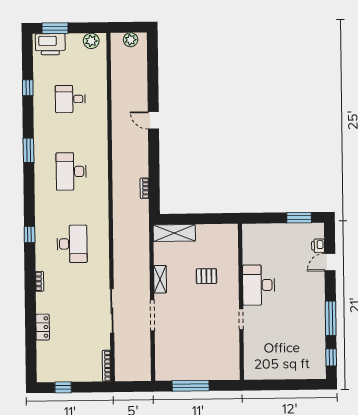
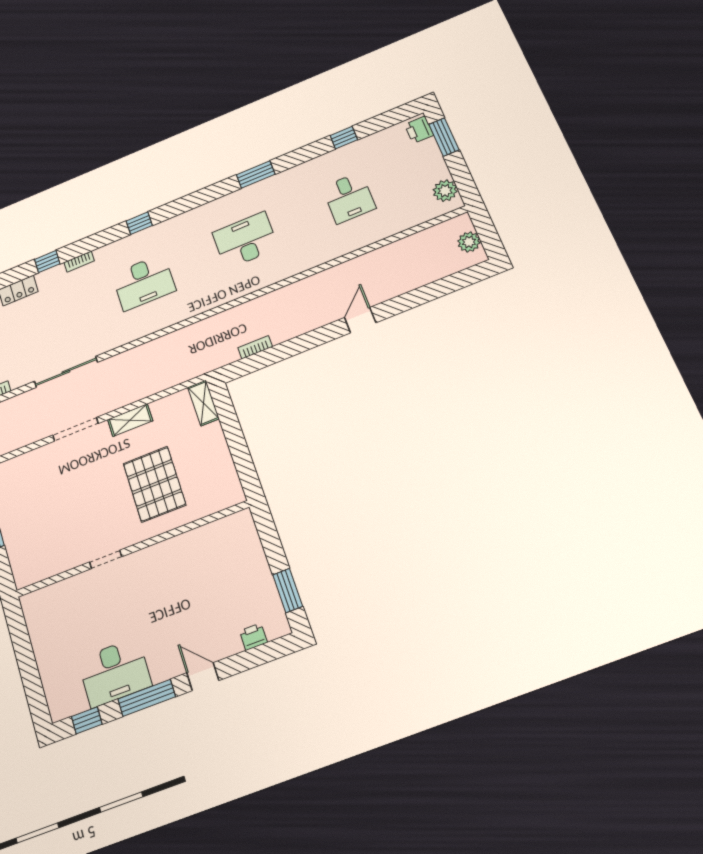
printer: (50, 44) -> (419, 130), width x0.53, depth x0.68
desk: (70, 99) -> (349, 198), turned 180
shelving: (174, 233) -> (203, 403), width x0.67, depth x0.75
door: (330, 262) -> (203, 677), moved
pallet: (206, 276) -> (154, 484), width x2.05, depth x2.00
desk: (259, 285) -> (115, 672), moved, turned 180
window: (30, 302) -> (47, 262), added

